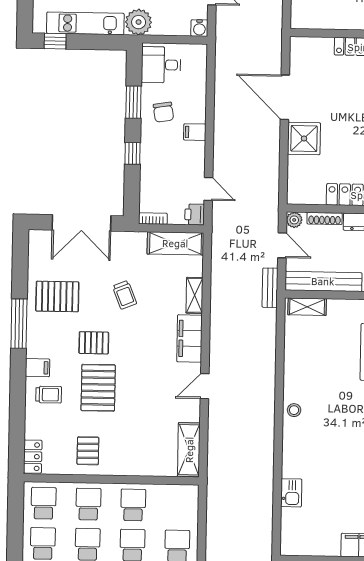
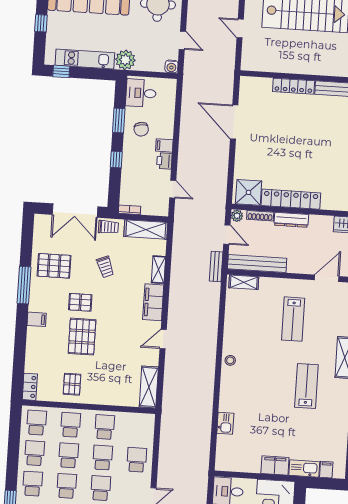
shower: (304, 138) -> (249, 192), moved
printer: (195, 214) -> (164, 161), moved
trolley: (49, 395) -> (108, 227), moved

